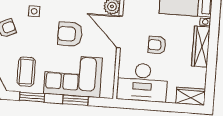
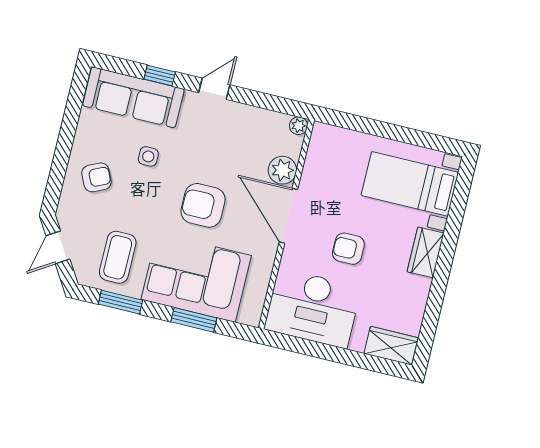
wardrobe: (201, 47) -> (426, 252), width x0.67

